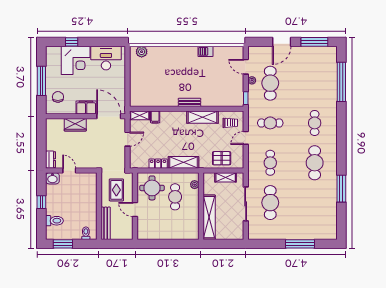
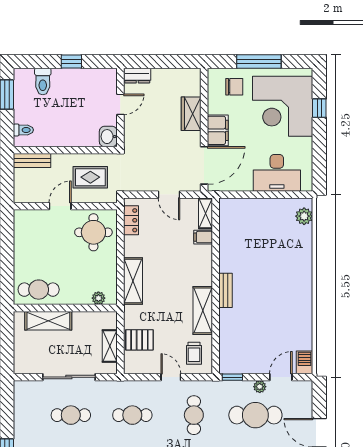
barbecue: (206, 51) -> (305, 362), moved
desk: (106, 58) -> (277, 173), moved, turned 90
corner desk: (76, 60) -> (283, 106), width x1.36, depth x1.36
pallet: (222, 158) -> (139, 340), turned 90
locker: (158, 164) -> (131, 220), moved
washbasin: (52, 178) -> (108, 137), moved
cafe table: (175, 197) -> (39, 290), moved
cafe table: (270, 203) -> (71, 415), width x0.73, depth x0.74
shelving: (209, 217) -> (48, 321), width x0.68
bench: (106, 223) -> (32, 161), width x0.73

